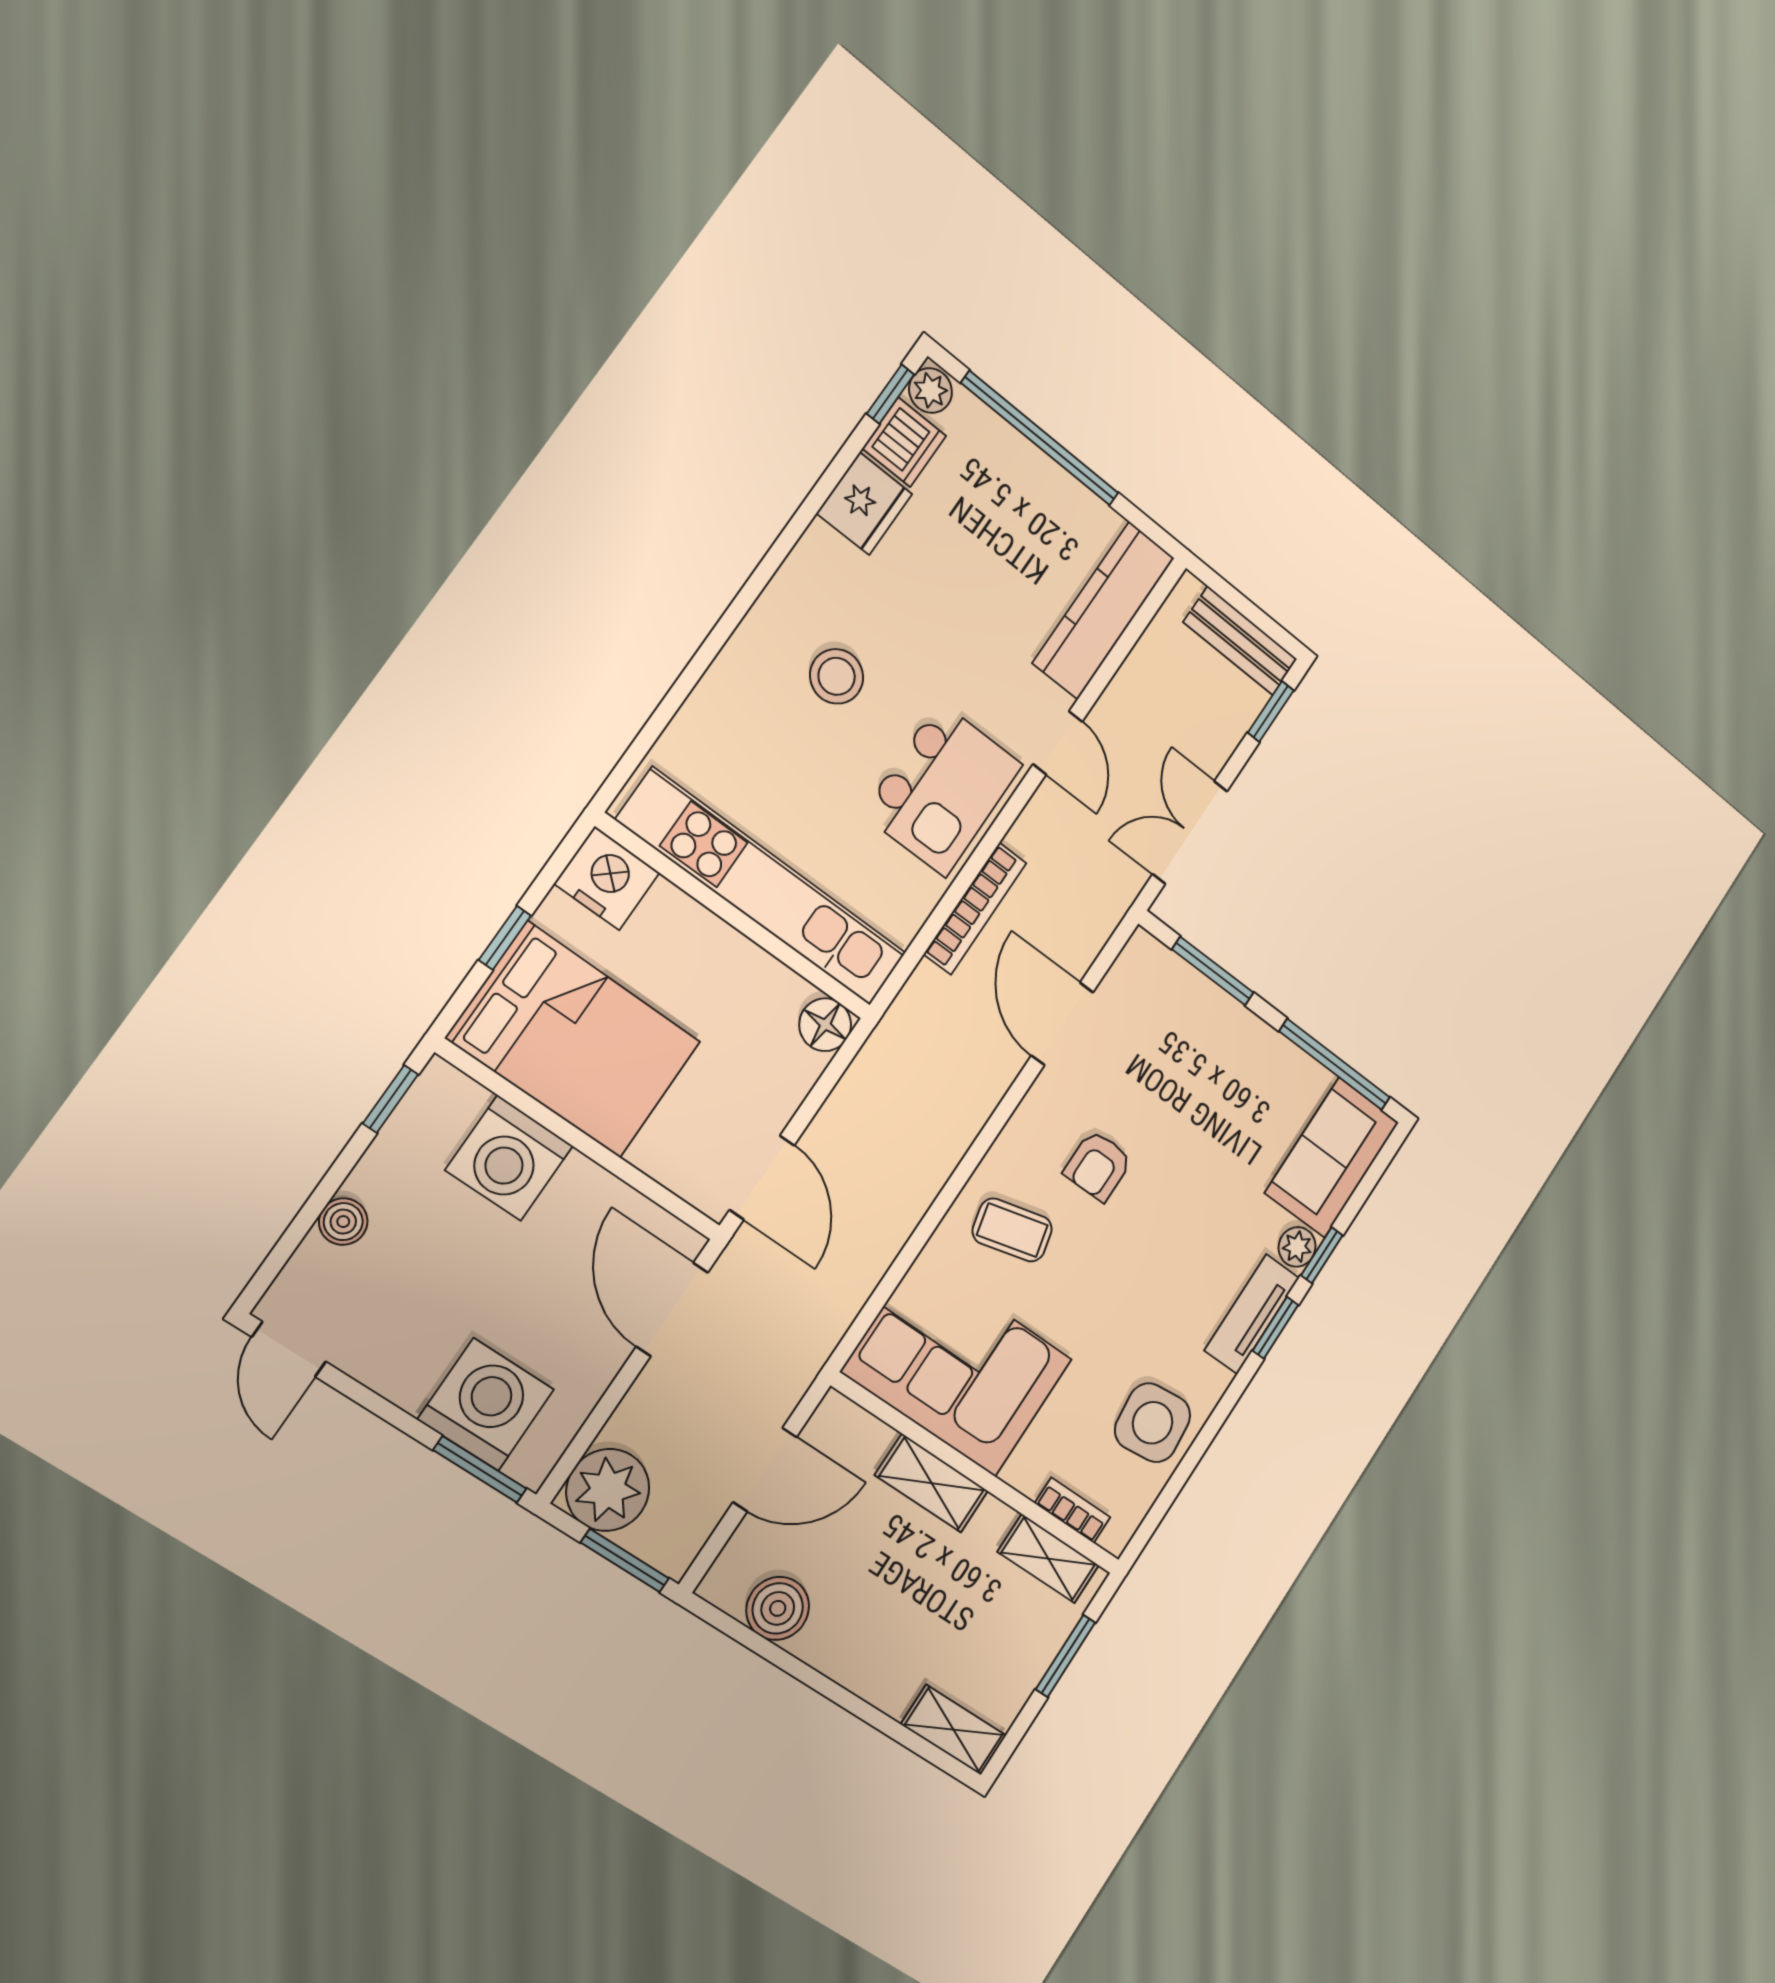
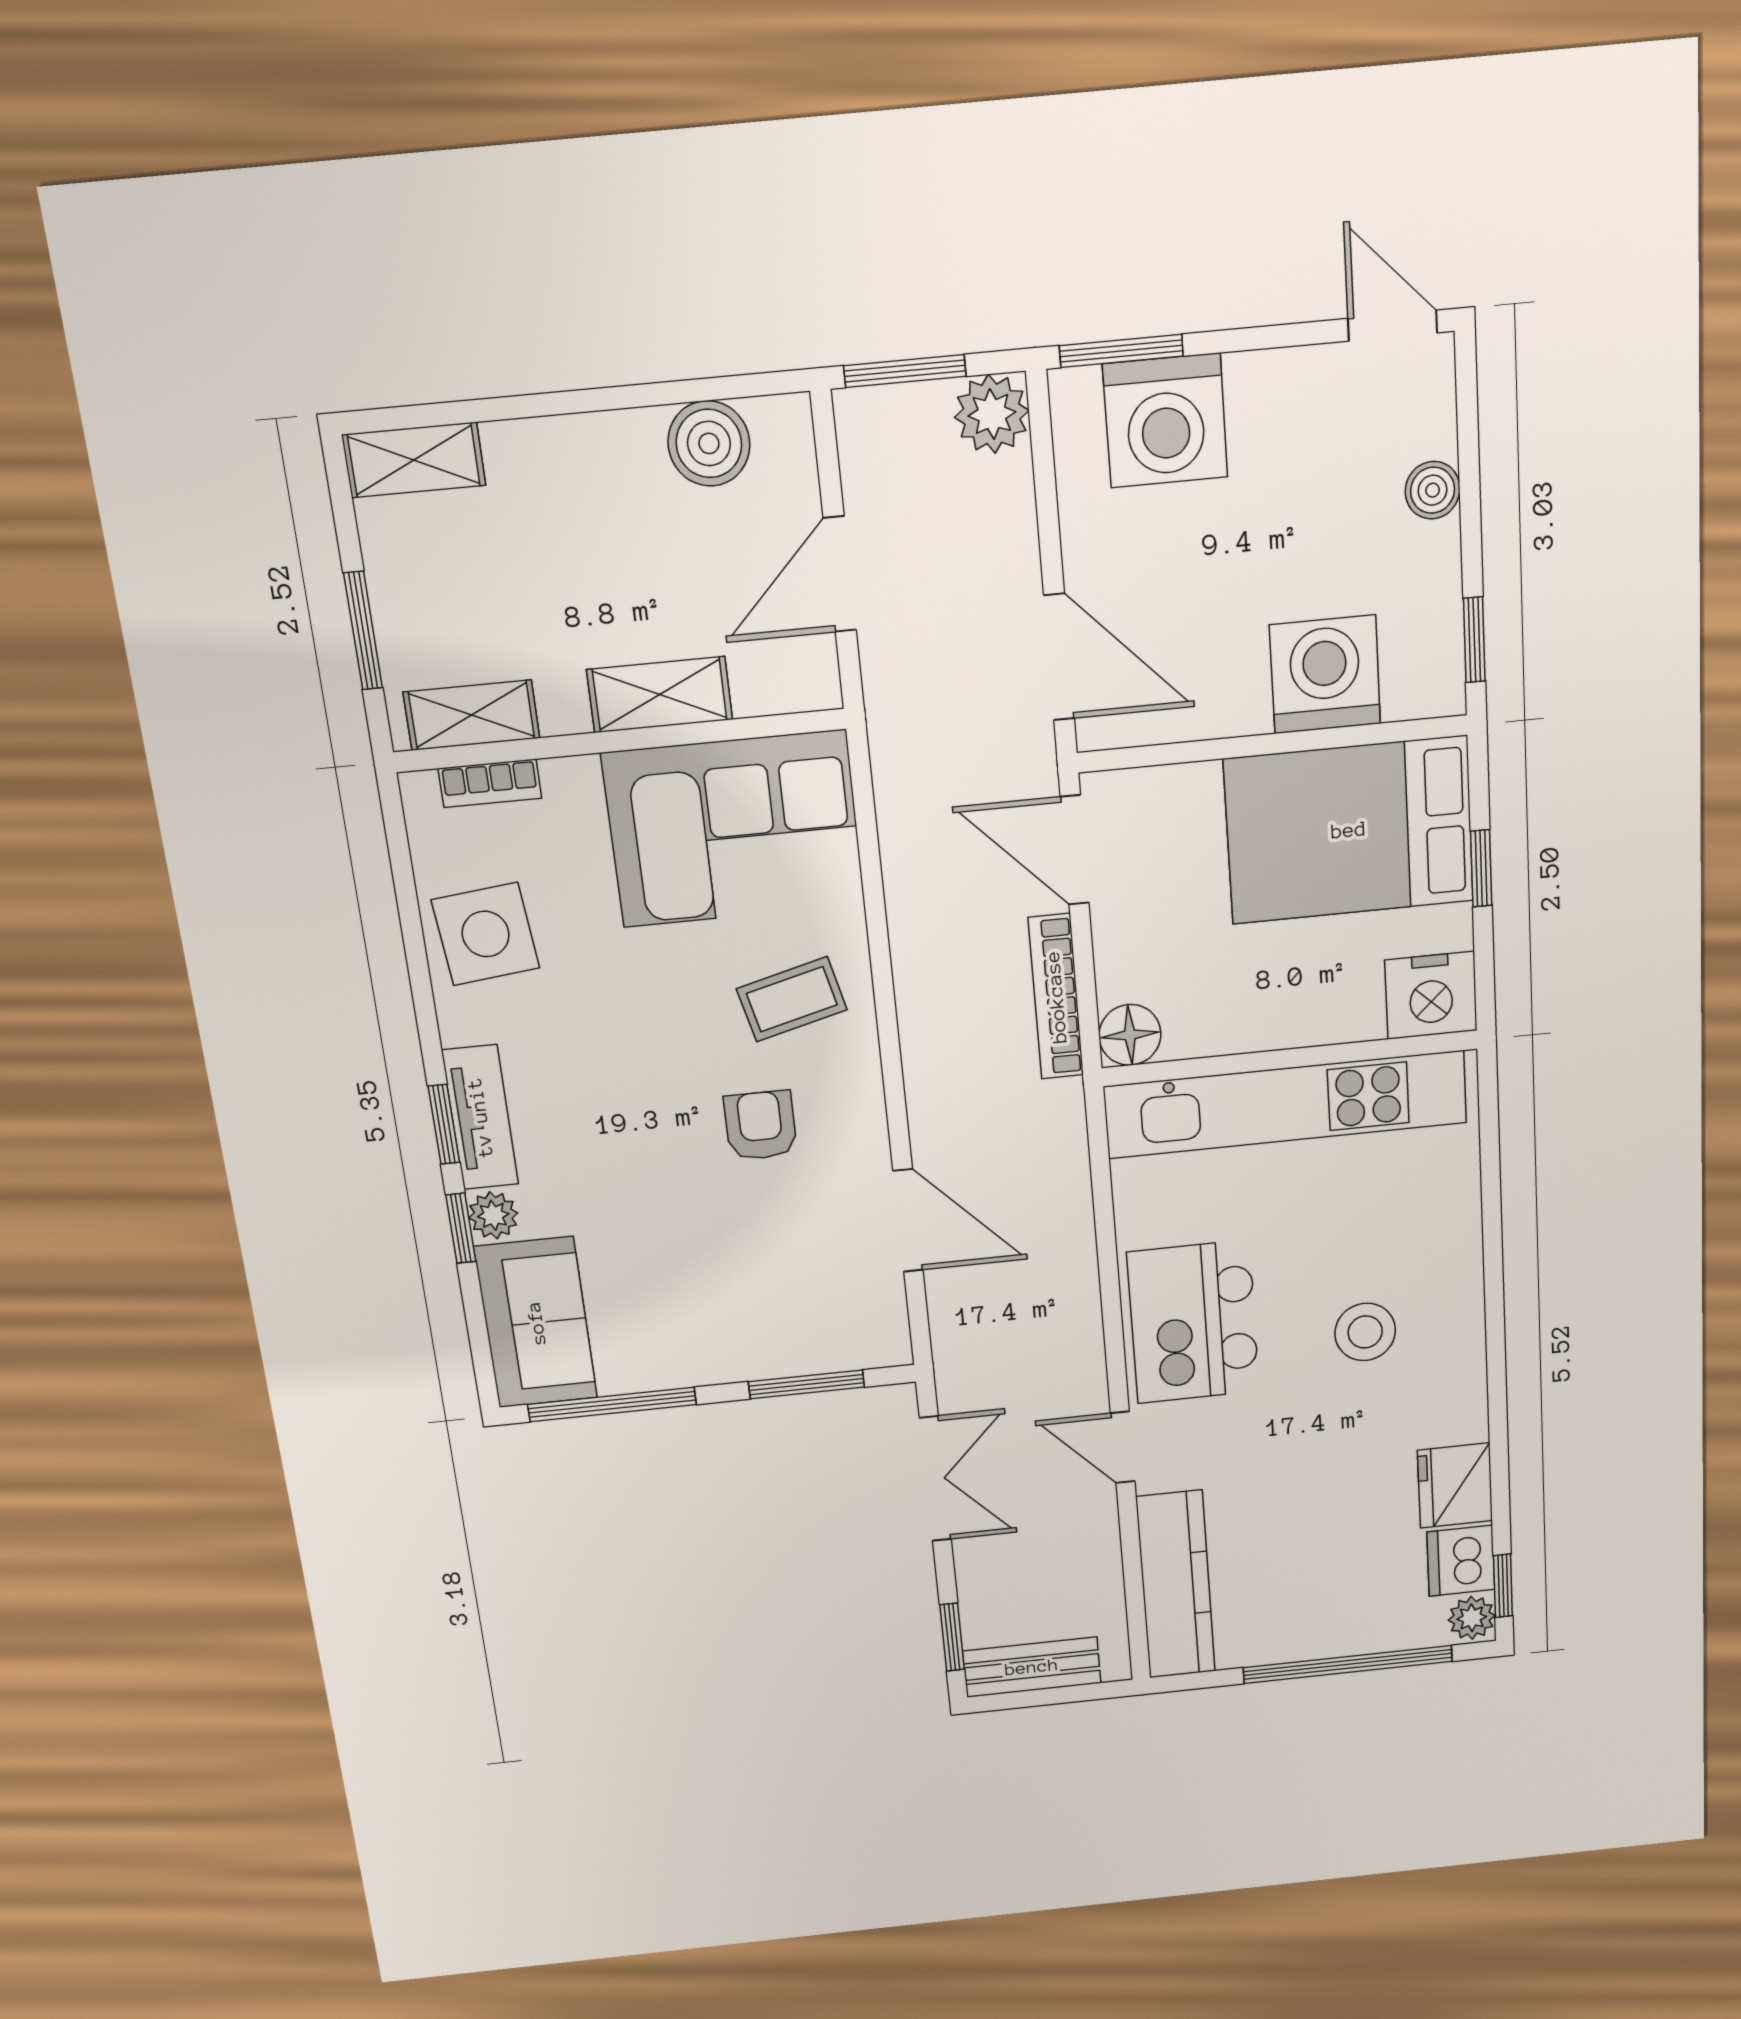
bookcase: (975, 908) -> (1056, 997), moved
plant: (608, 1490) -> (992, 414), width x0.73, depth x0.73

